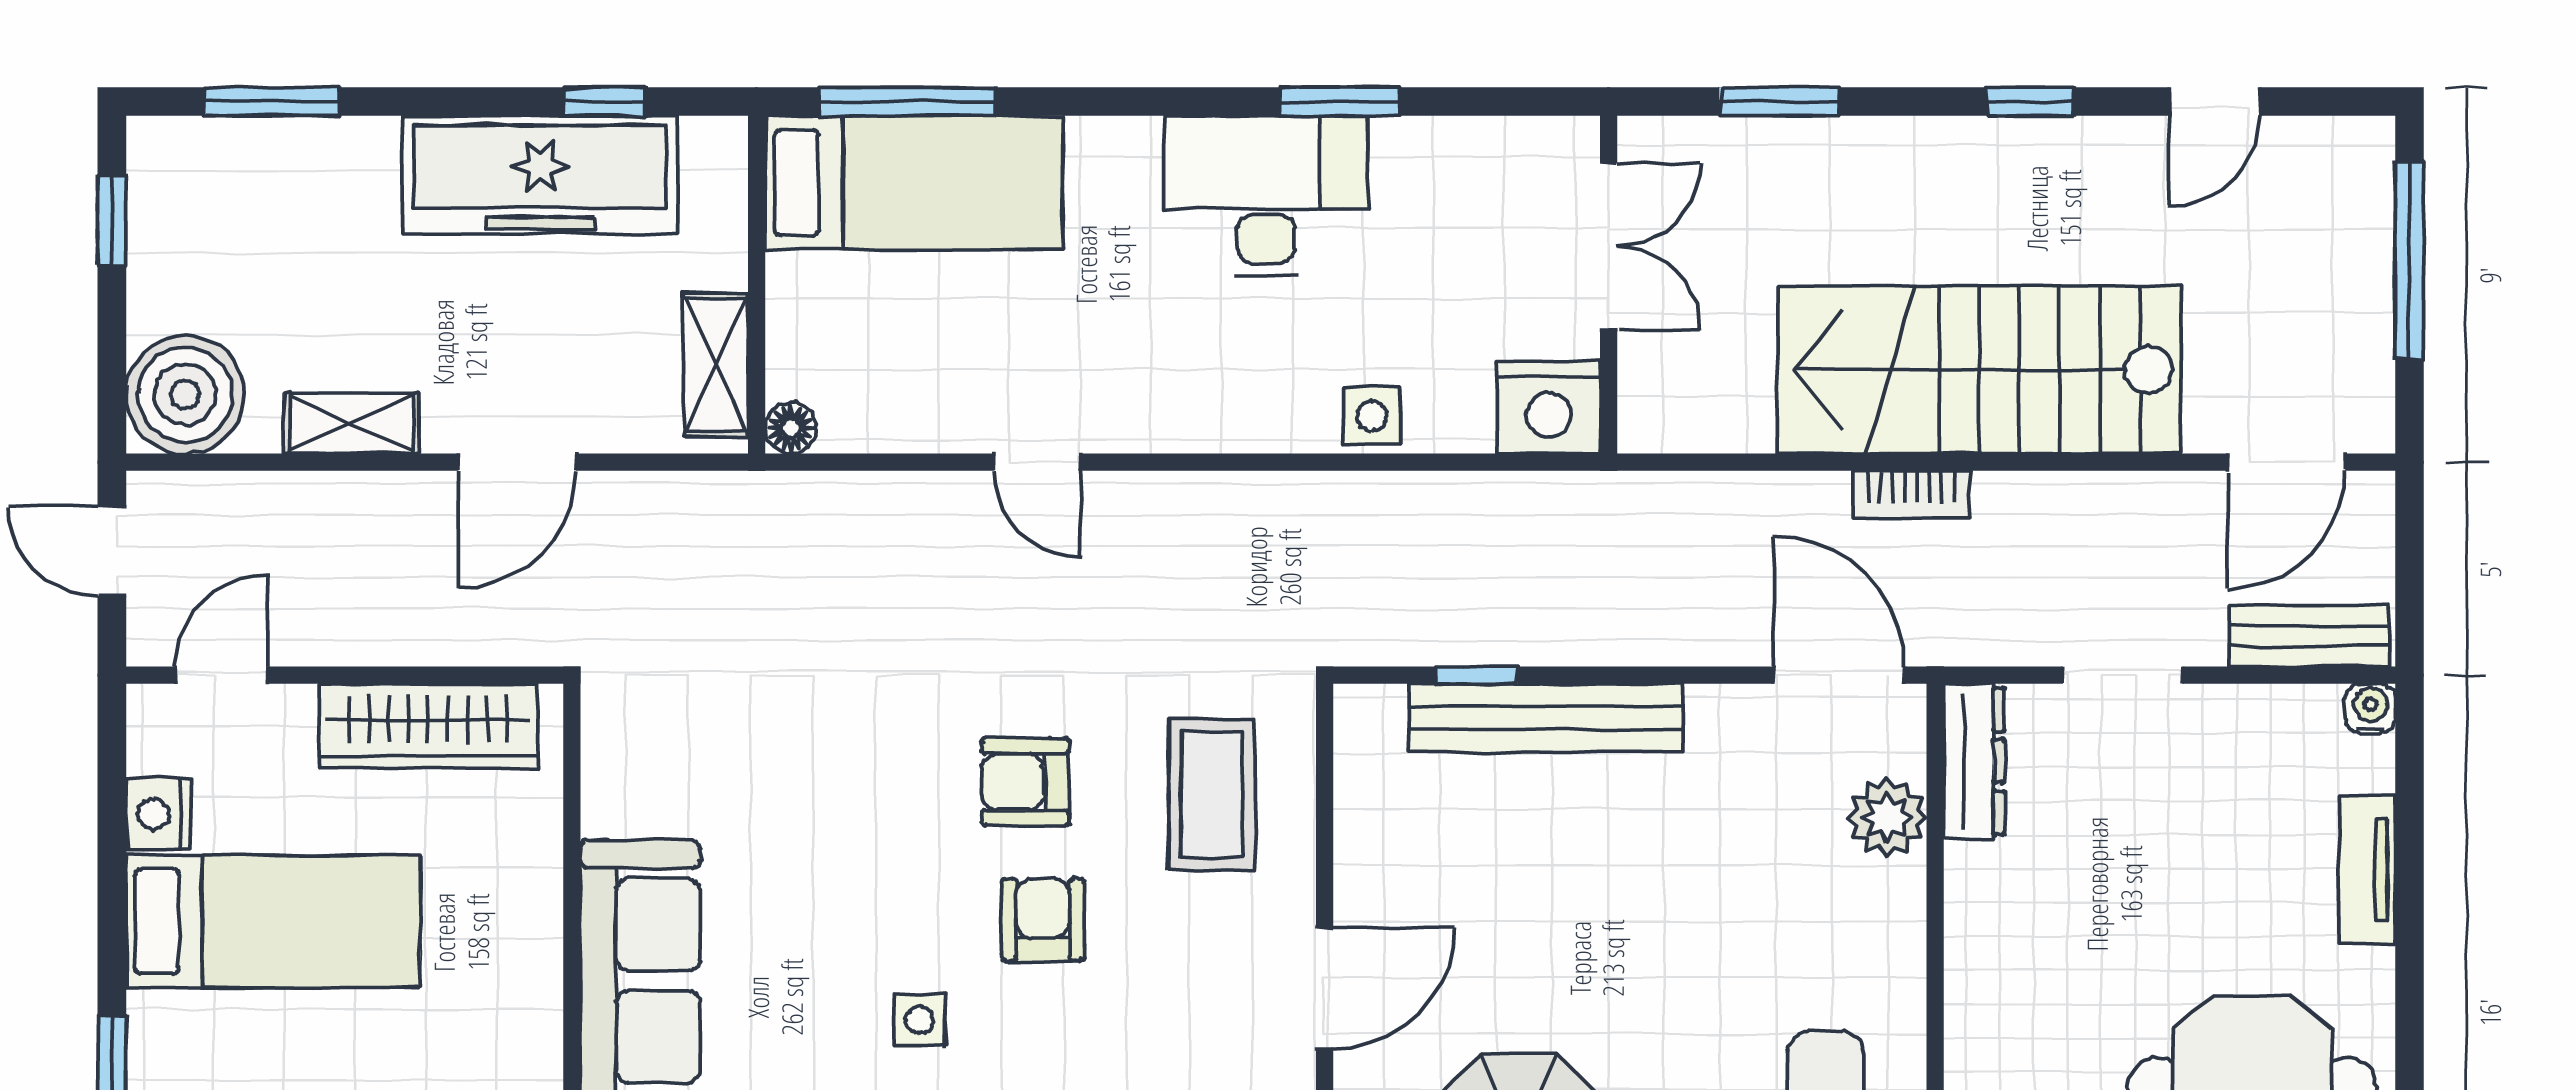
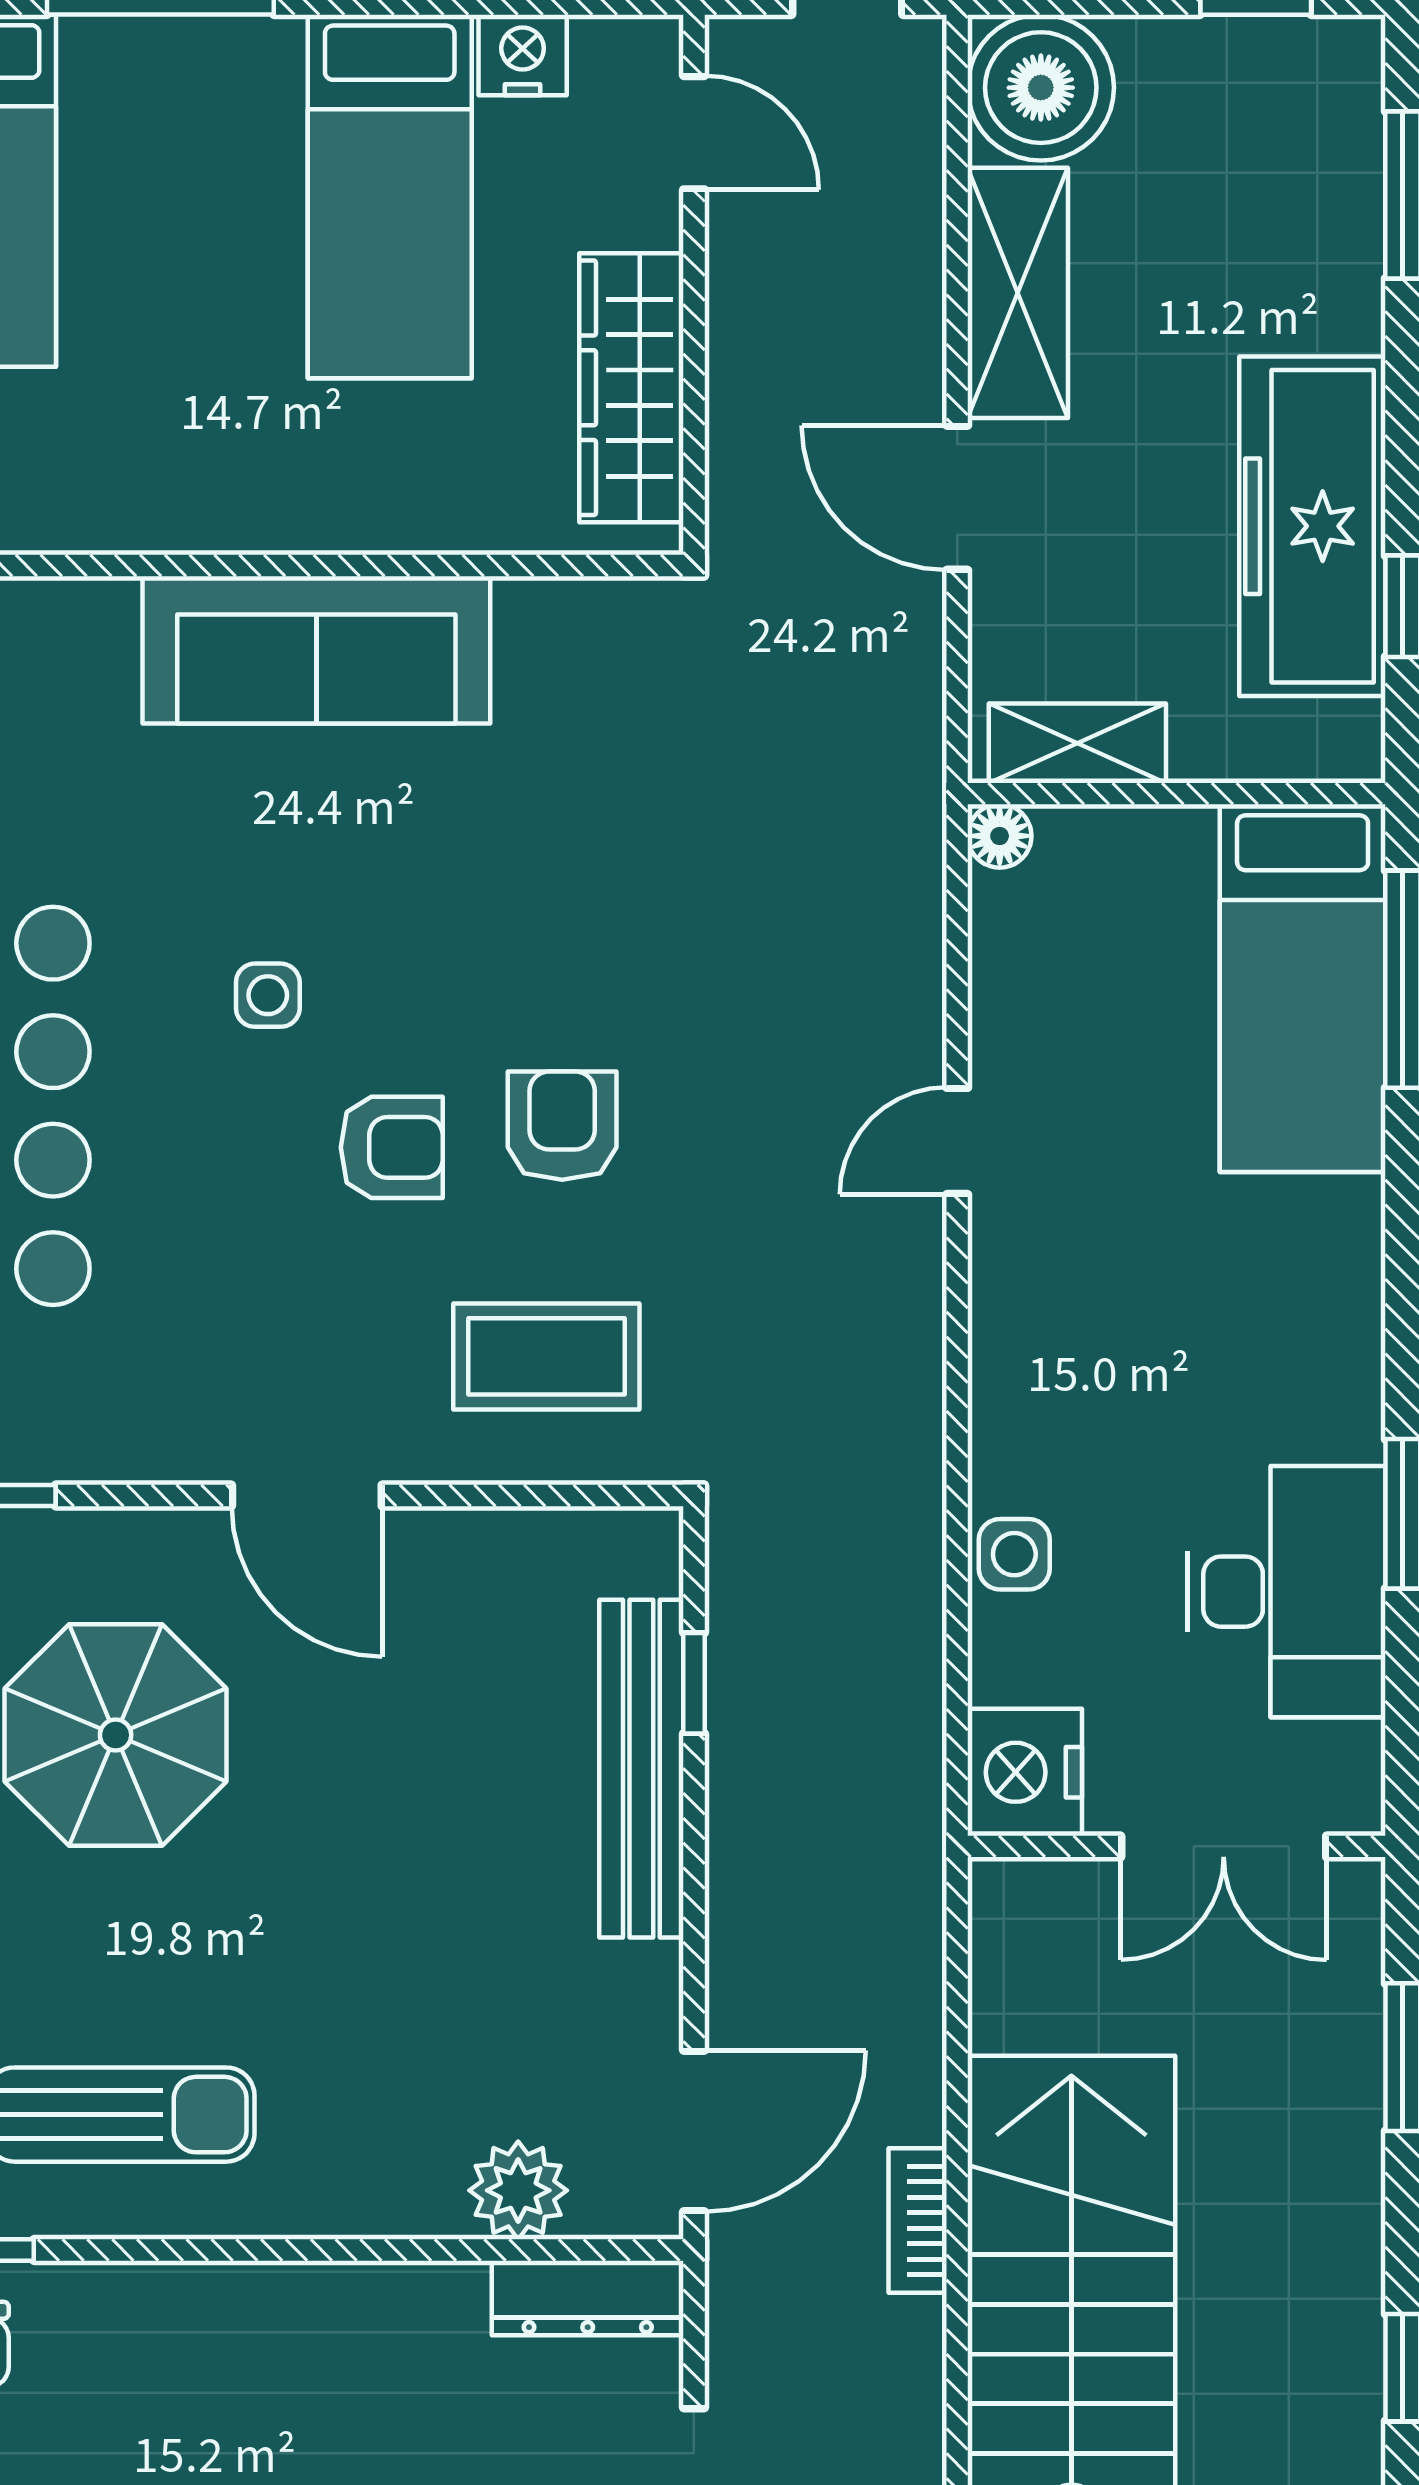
desk: (1266, 196) -> (1286, 1592), moved
shelving: (351, 423) -> (1018, 293), width x1.50, depth x1.33

